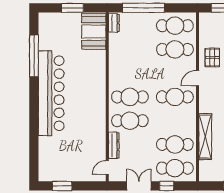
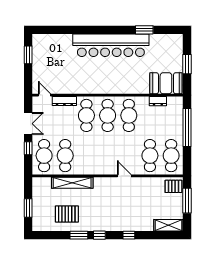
dresser: (114, 23) -> (158, 101), moved
window: (34, 56) -> (144, 30), width x0.47
pallet: (212, 58) -> (173, 186), moved
cafe table: (175, 97) -> (129, 115), moved

